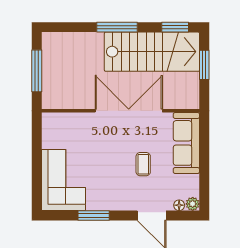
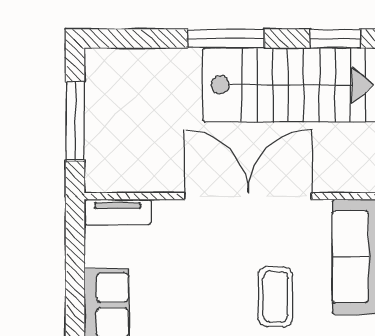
tv unit: (59, 119) -> (118, 212), added
coffee table: (143, 164) -> (275, 297), width x1.36, depth x1.30

